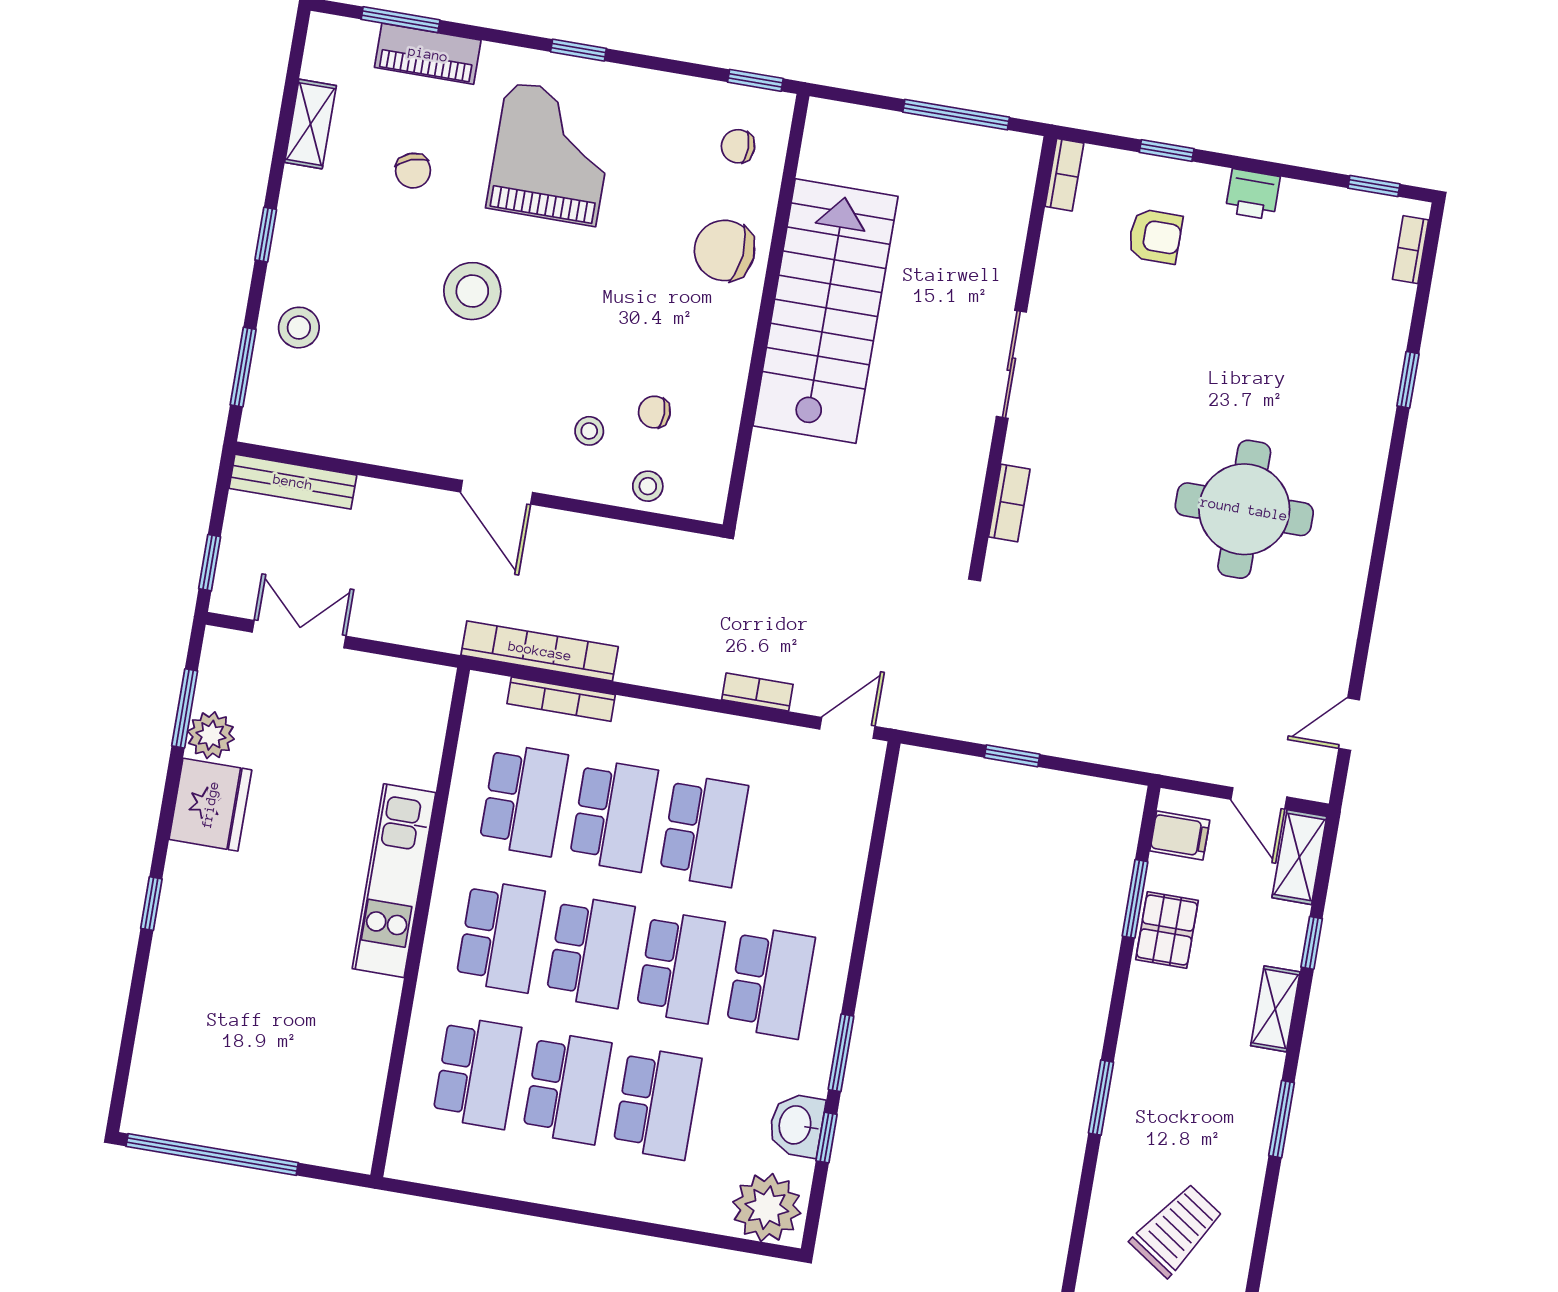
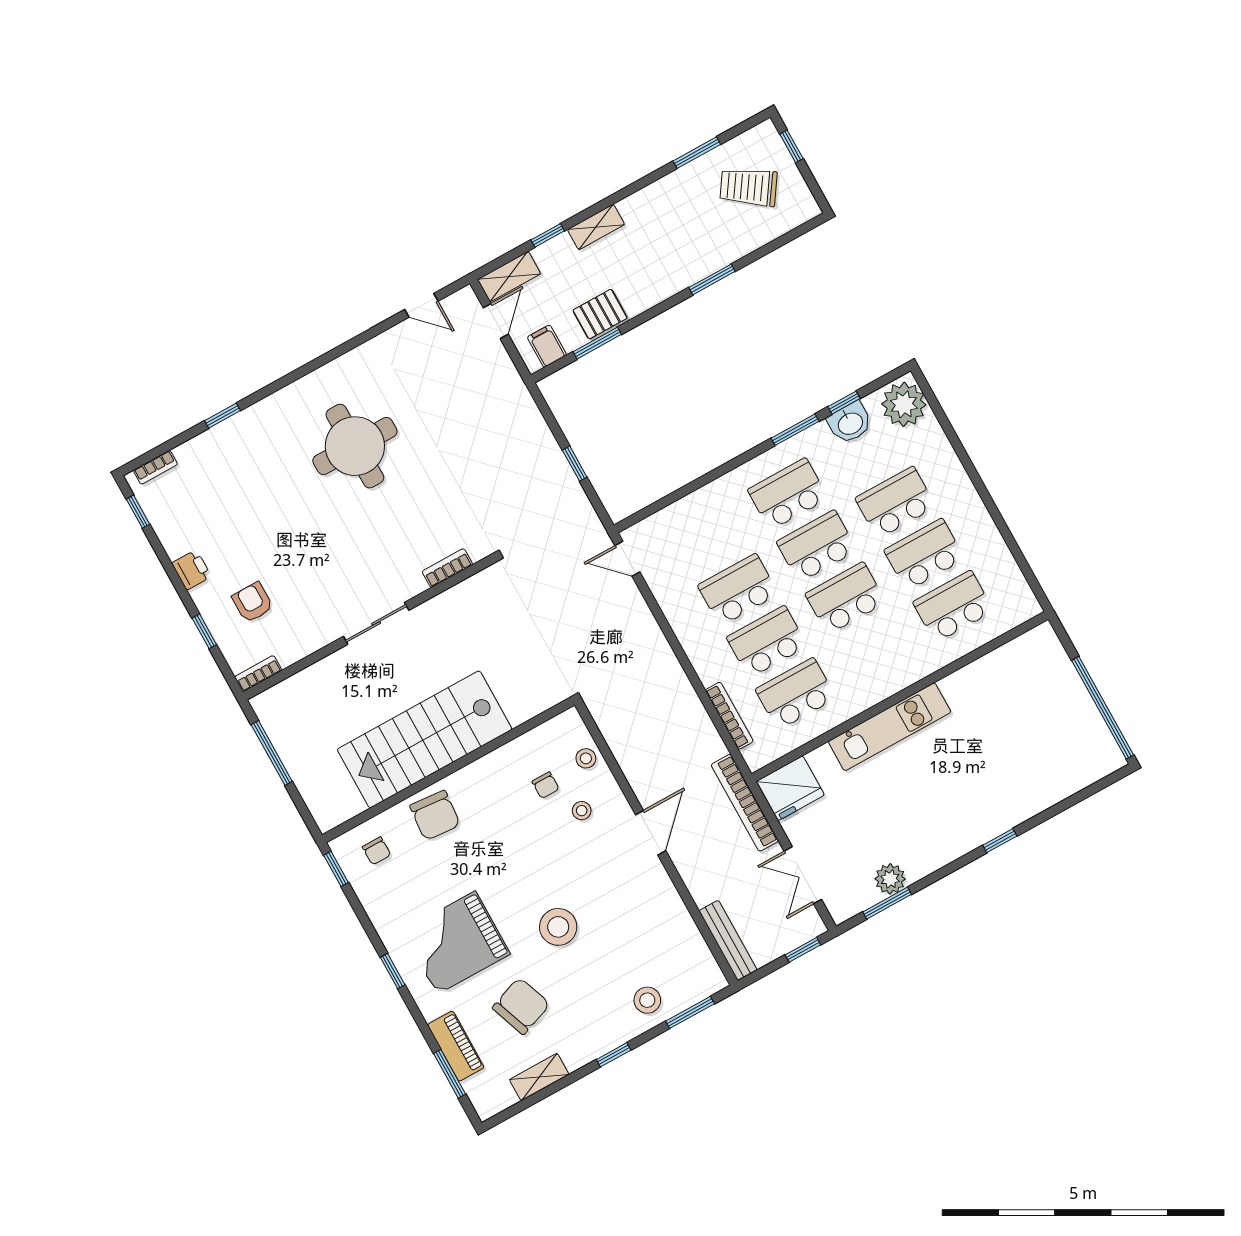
chair: (413, 171) -> (521, 1006), width x1.87, depth x1.87
bookcase: (540, 651) -> (745, 803), moved
bookcase: (757, 692) -> (646, 619), removed
fridge: (210, 805) -> (790, 788), moved, turned 180
school desk: (500, 936) -> (874, 650), removed
window: (1282, 1119) -> (697, 153), moved

